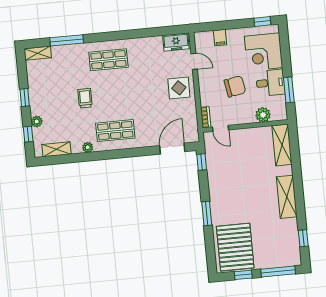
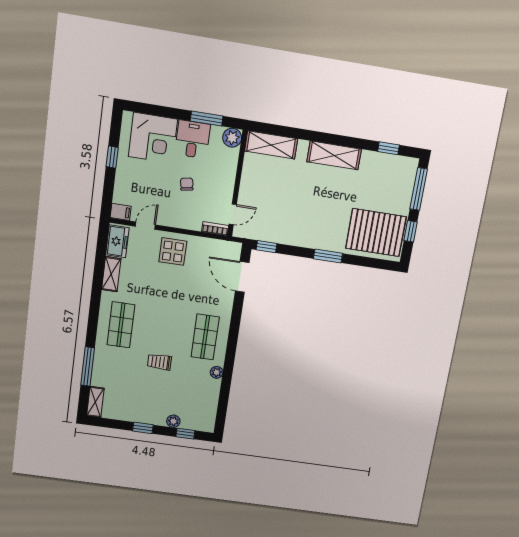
window: (262, 22) -> (112, 157), moved
filing cabinet: (220, 38) -> (121, 212), moved
chair: (235, 86) -> (187, 184), width x0.54, depth x0.54
plant: (263, 115) -> (232, 138), moved
shelving: (56, 149) -> (111, 274), moved

